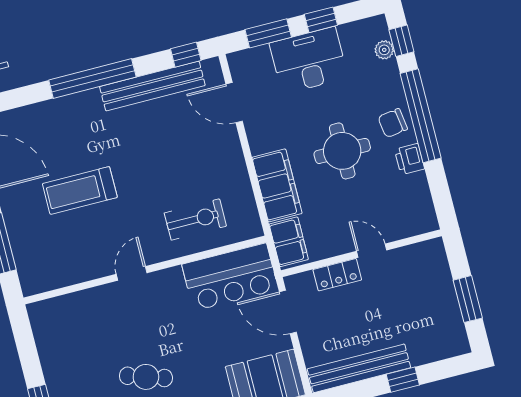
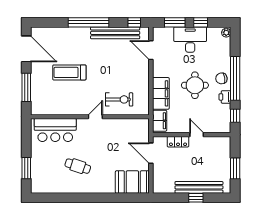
window: (401, 41) -> (235, 116), moved
plant: (384, 50) -> (226, 33), moved
door: (132, 273) -> (95, 117), moved
bar counter: (230, 277) -> (55, 130), moved
bench: (359, 368) -> (199, 187), moved

